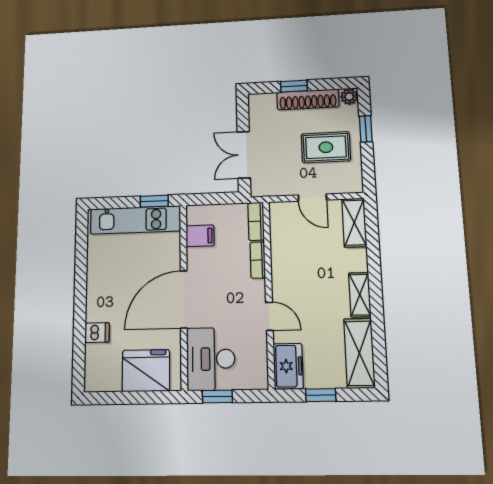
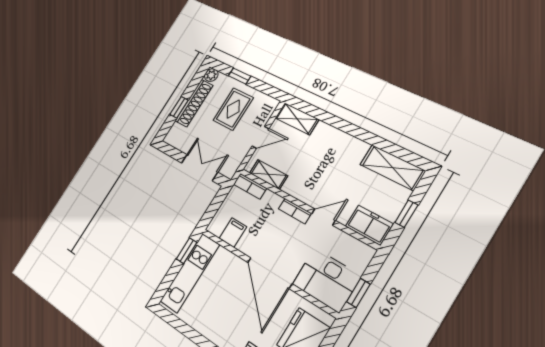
double door: (244, 155) -> (199, 168), swing flipped
bookcase: (258, 260) -> (295, 211), moved
shelving: (360, 295) -> (269, 174), moved

